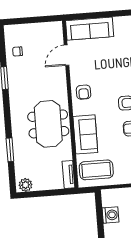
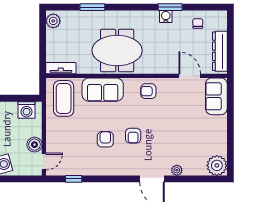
dresser: (42, 29) -> (220, 51), added
sofa: (90, 29) -> (216, 96), width x0.73
water cooler: (13, 81) -> (166, 17), added
washing machine: (110, 215) -> (27, 110), moved

